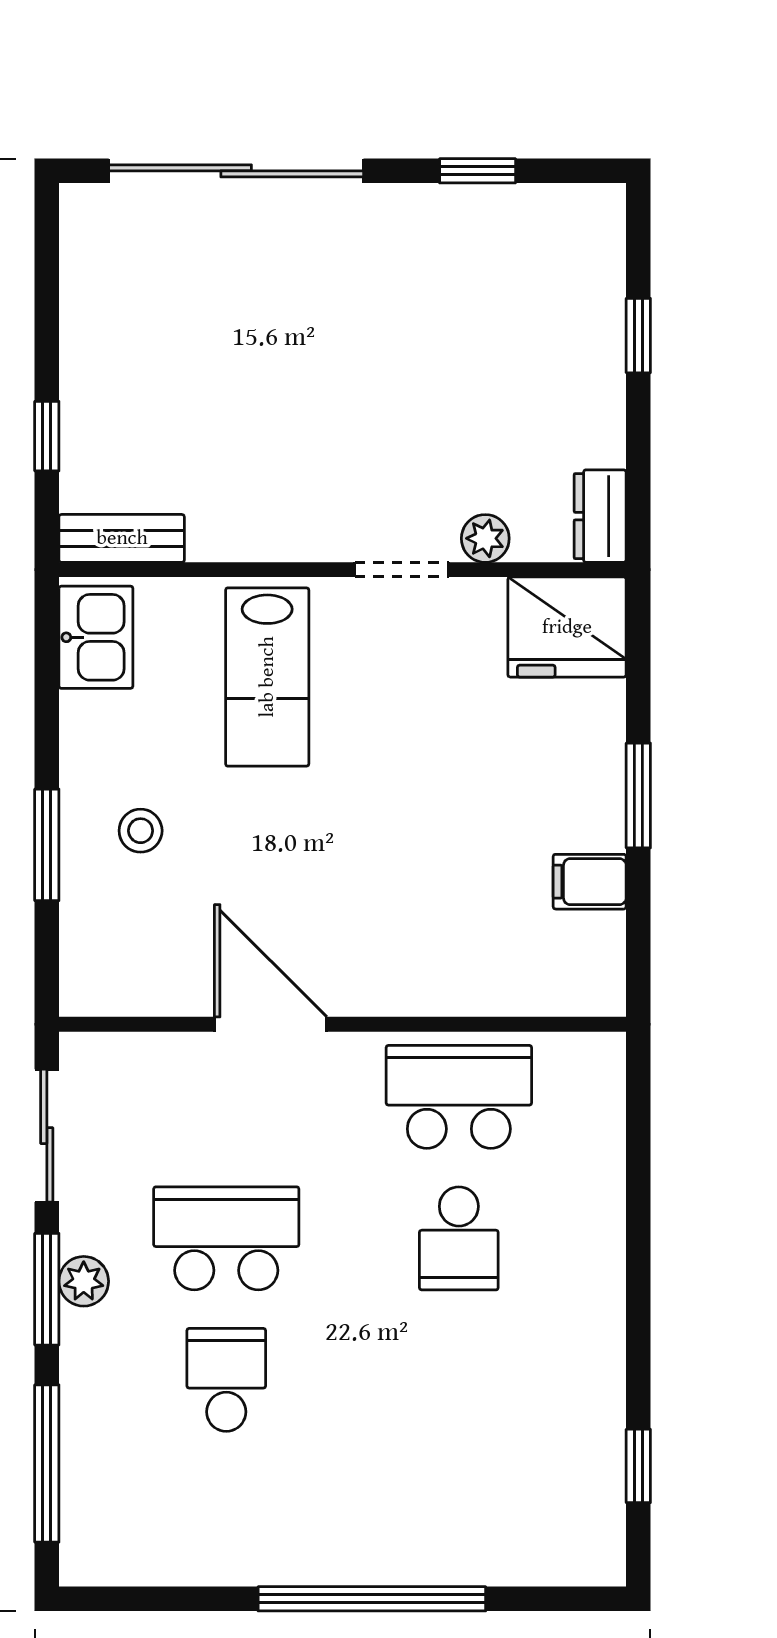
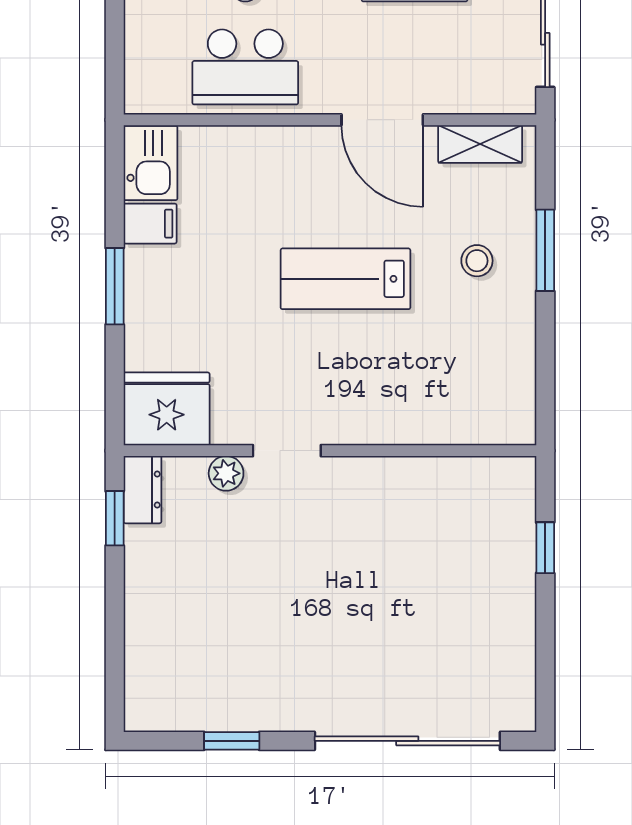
window: (638, 336) -> (115, 518), moved
bench: (122, 538) -> (491, 473), removed
kitchen sink: (96, 637) -> (150, 163), moved, turned 180
lab bench: (267, 677) -> (345, 279), moved, turned -90
shelving: (136, 991) -> (480, 144), added

